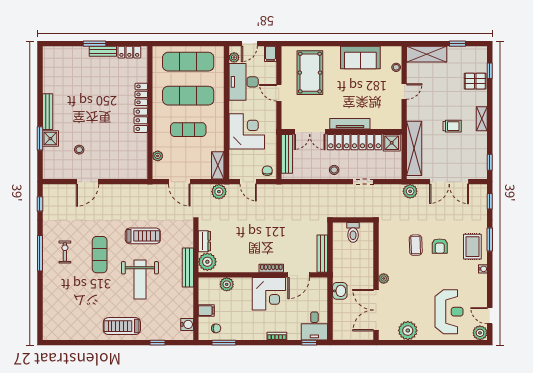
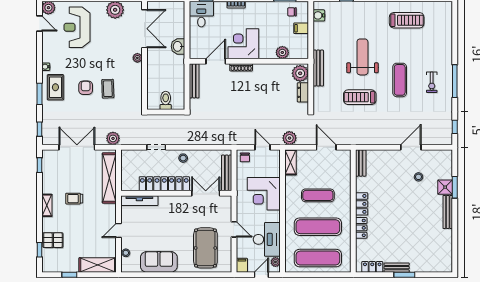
tv unit: (350, 124) -> (139, 201), moved
shower: (392, 143) -> (130, 183), removed
plant: (158, 156) -> (346, 171), removed
bench: (142, 165) -> (361, 163), added
treadmill: (122, 326) -> (407, 20), moved

